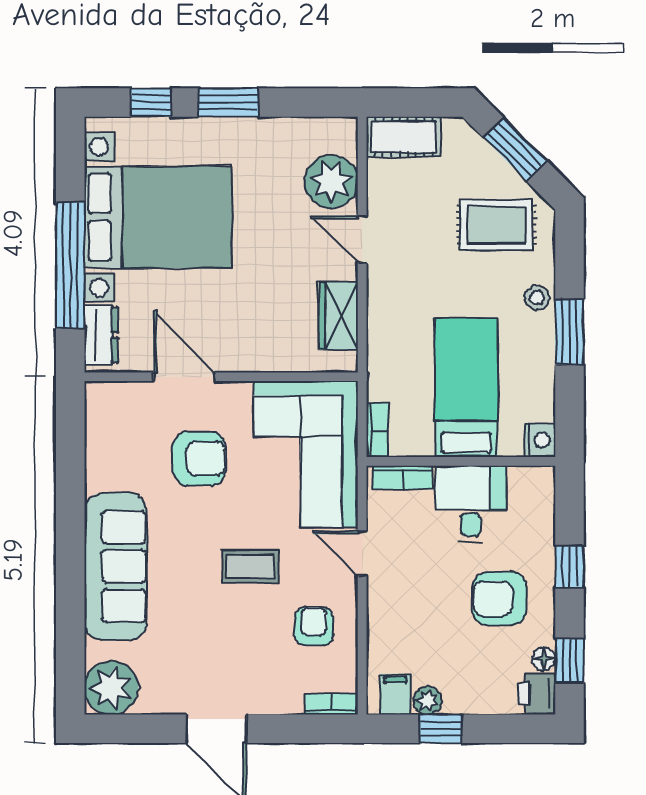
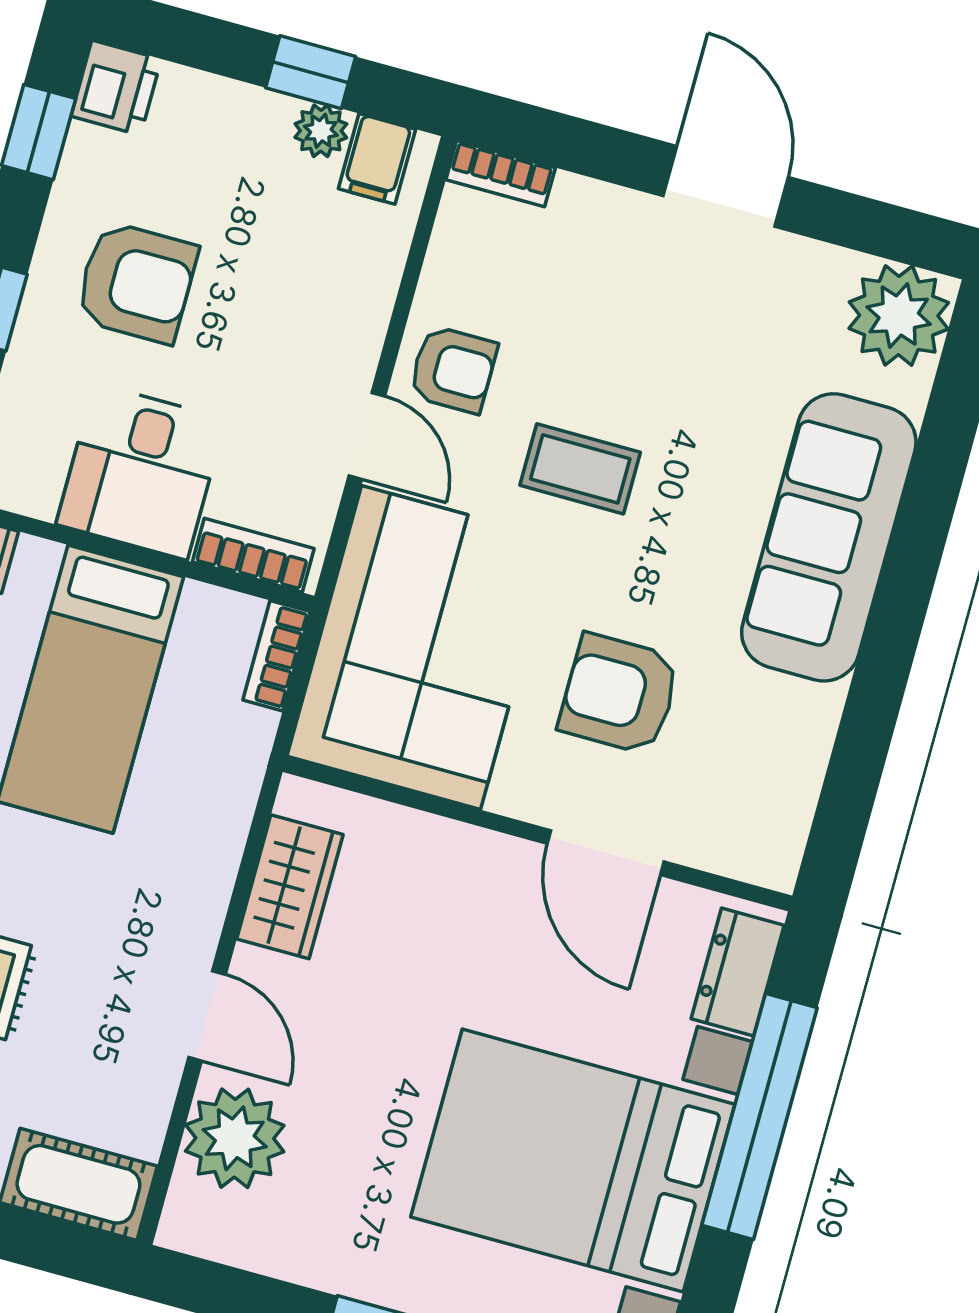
armchair: (314, 626) -> (453, 369), moved, turned -91
floor lamp: (544, 659) -> (85, 149), removed

